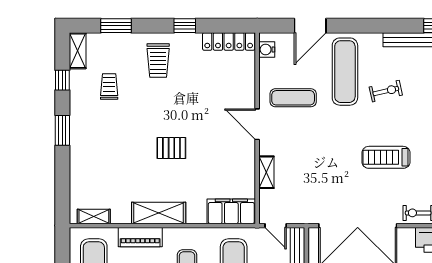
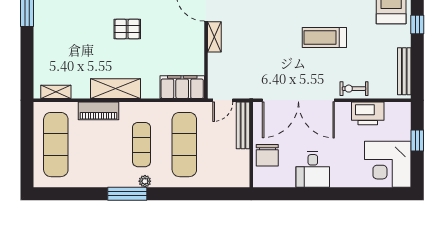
shelving: (266, 172) -> (214, 37), moved
door: (276, 226) -> (223, 100), hinge flipped

